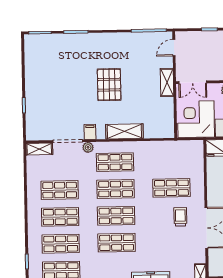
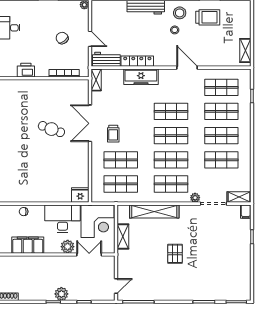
shelving: (167, 82) -> (123, 236), moved
double door: (193, 82) -> (89, 254), moved
pallet: (109, 85) -> (175, 254), width x0.67, depth x0.71
shelving: (124, 131) -> (154, 212), width x1.47
filing cabinet: (90, 132) -> (246, 212), moved
shop shelf: (171, 161) -> (121, 184), added

